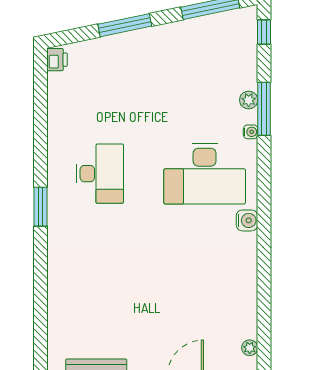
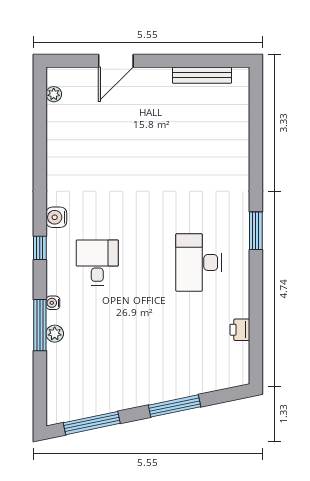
window: (264, 32) -> (40, 248), moved
printer: (57, 60) -> (240, 330), moved
desk: (205, 174) -> (97, 262), width x0.53, depth x0.77

